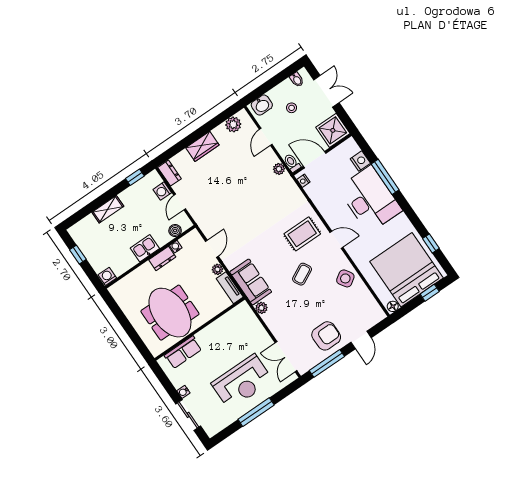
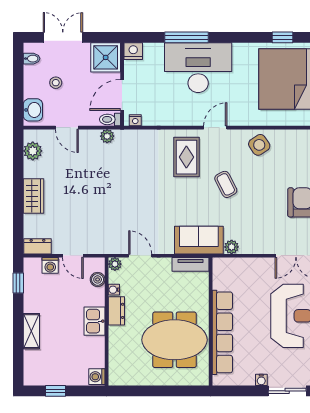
nightstand: (360, 161) -> (133, 51), moved
plant: (218, 269) -> (115, 264), moved
row of seats: (183, 352) -> (222, 332), width x2.02

